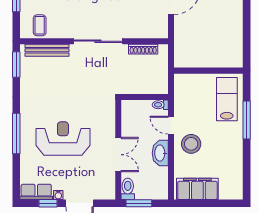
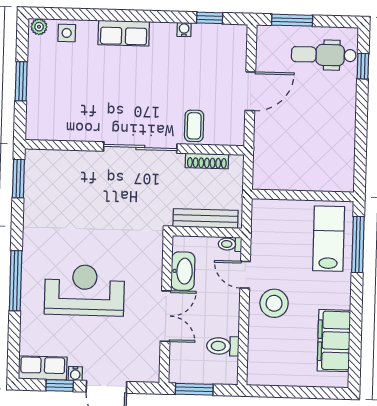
coffee table: (40, 25) -> (194, 126), moved
bench: (47, 50) -> (206, 219), moved
window: (247, 120) -> (358, 245), moved
washbasin: (160, 153) -> (183, 271), moved, turned 180
toilet: (128, 189) -> (223, 346), moved, turned -90
filing cabinet: (197, 189) -> (334, 341), moved, turned -90

